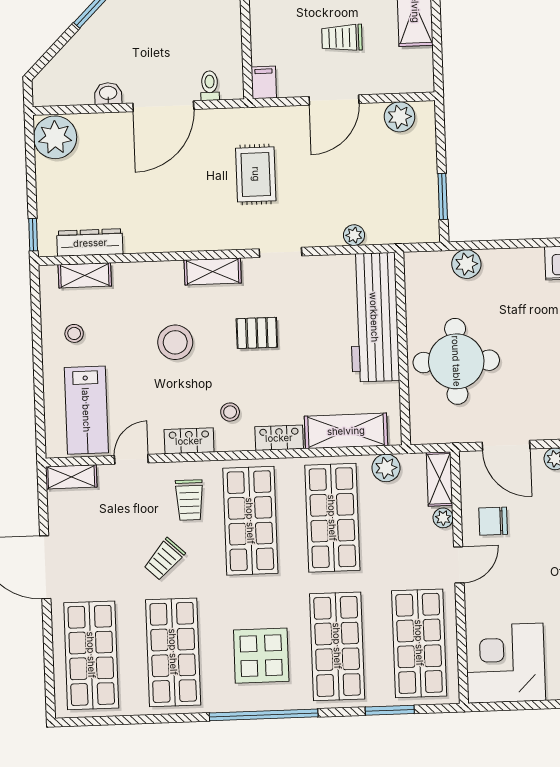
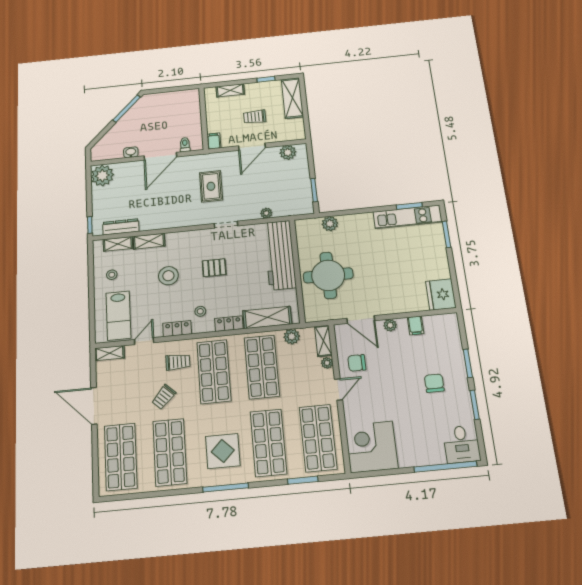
shelving: (213, 271) -> (149, 241), moved
trolley: (189, 500) -> (178, 362), turned -90
window: (264, 715) -> (226, 487), width x0.68

